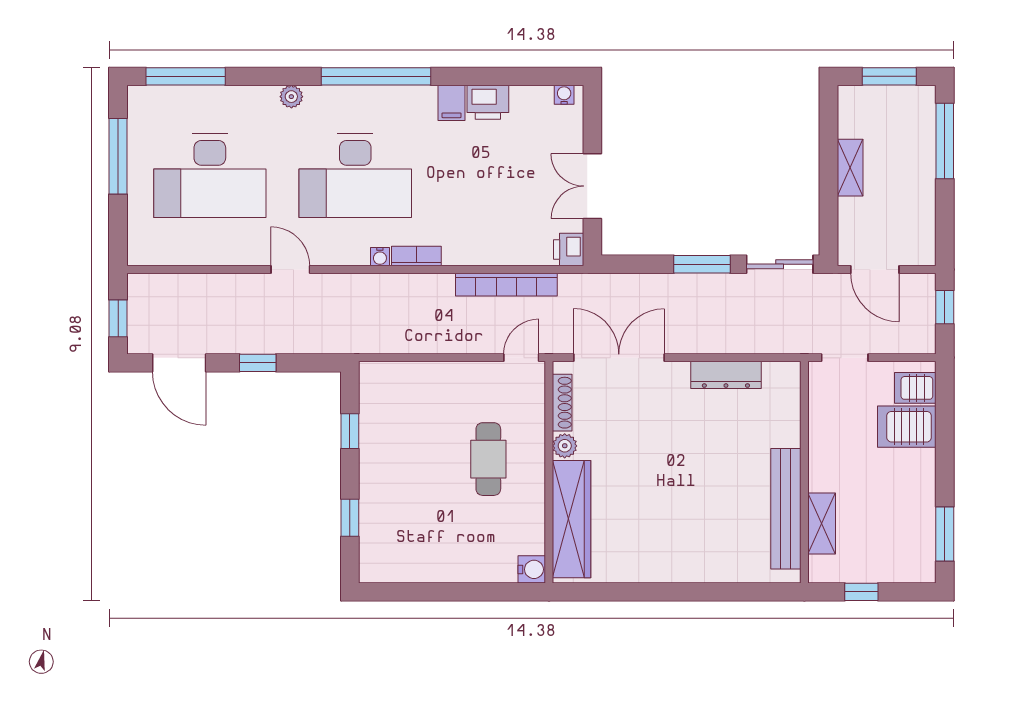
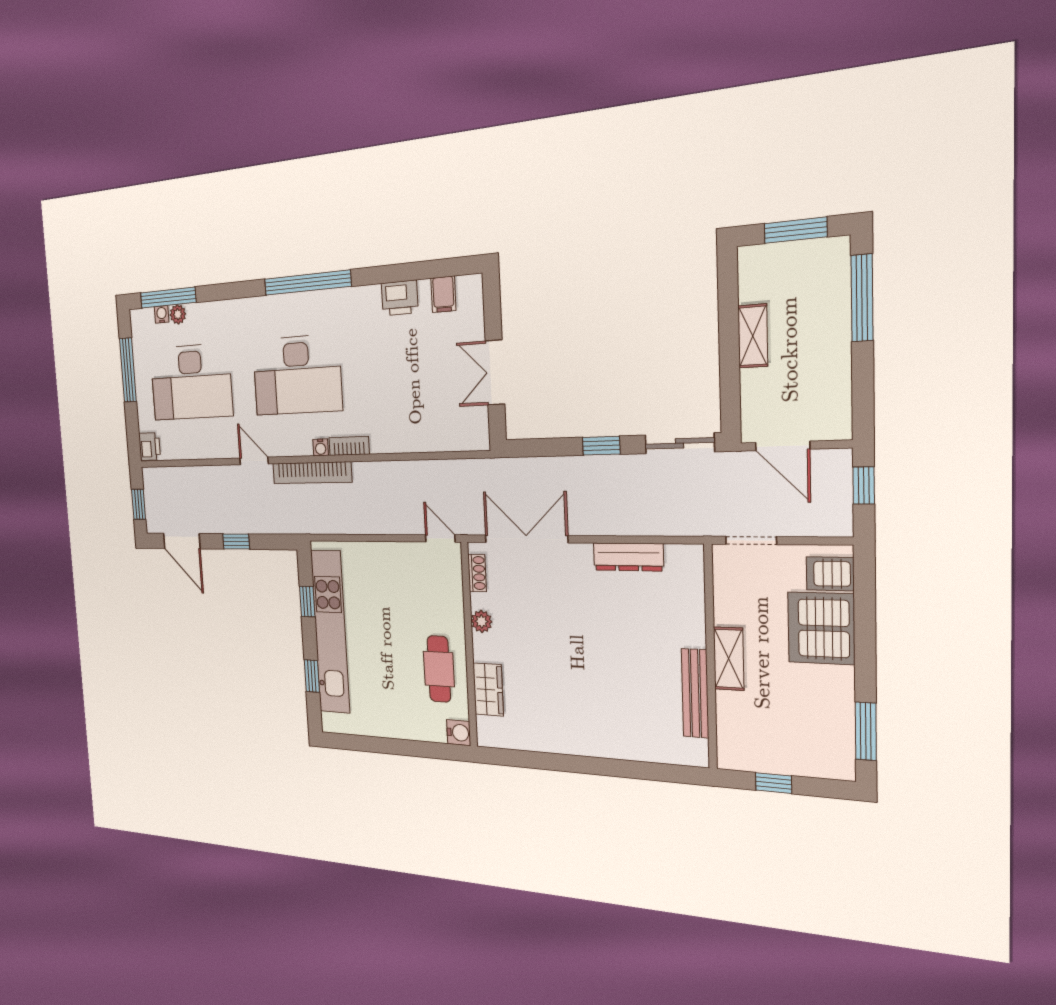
water cooler: (564, 95) -> (162, 314), moved
plant: (291, 97) -> (178, 314), moved
filing cabinet: (451, 103) -> (443, 294), moved
printer: (569, 250) -> (150, 447), moved, turned 180
window: (702, 264) -> (601, 446), width x0.67
bookcase: (506, 285) -> (312, 473), moved
door: (521, 358) -> (440, 538), hinge flipped
shoe rack: (562, 403) -> (477, 573), width x0.70
server rack: (907, 427) -> (821, 628), width x1.60
cafe table: (488, 459) -> (439, 669), moved
kitchen unit: (378, 465) -> (330, 632), added
bench: (786, 509) -> (695, 693), width x0.73, depth x0.82
wardrobe: (572, 519) -> (488, 689), width x0.48, depth x0.85
shelving: (822, 523) -> (729, 659), moved

